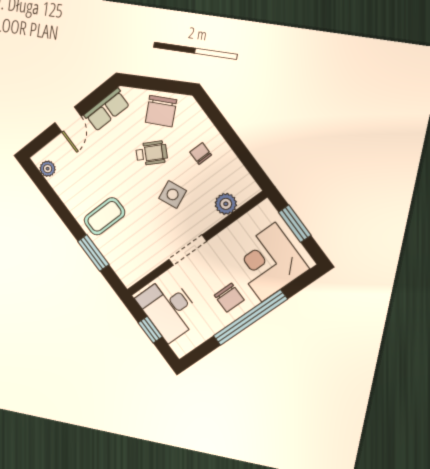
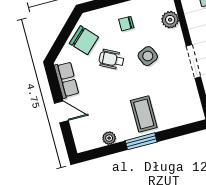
wheelchair: (152, 153) -> (111, 59), turned -92
plant: (48, 169) -> (109, 138), moved
window: (93, 253) -> (141, 141), moved

